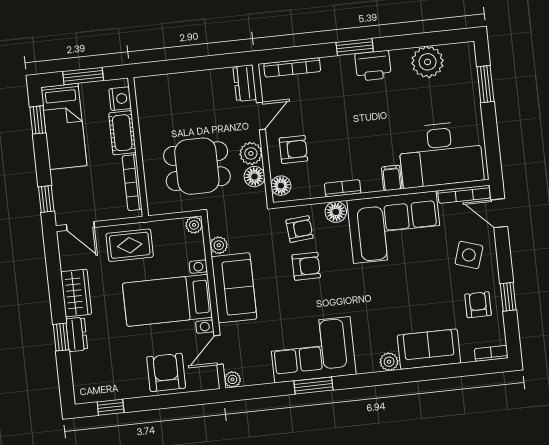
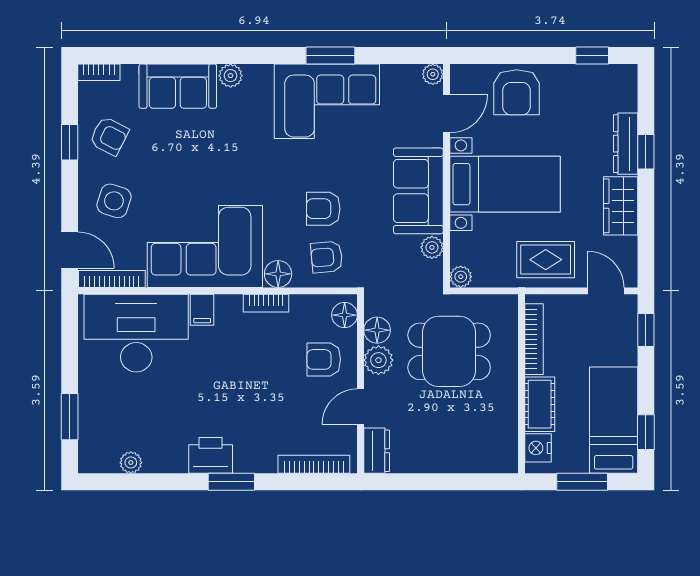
plant: (428, 62) -> (131, 463), width x0.53, depth x0.53
armchair: (478, 305) -> (109, 136), turned -63
dresser: (77, 334) -> (626, 144), width x1.44

